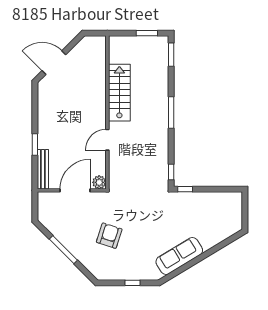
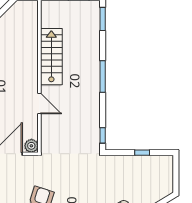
door: (107, 140) -> (39, 104), swing flipped
window: (185, 189) -> (142, 153), moved

